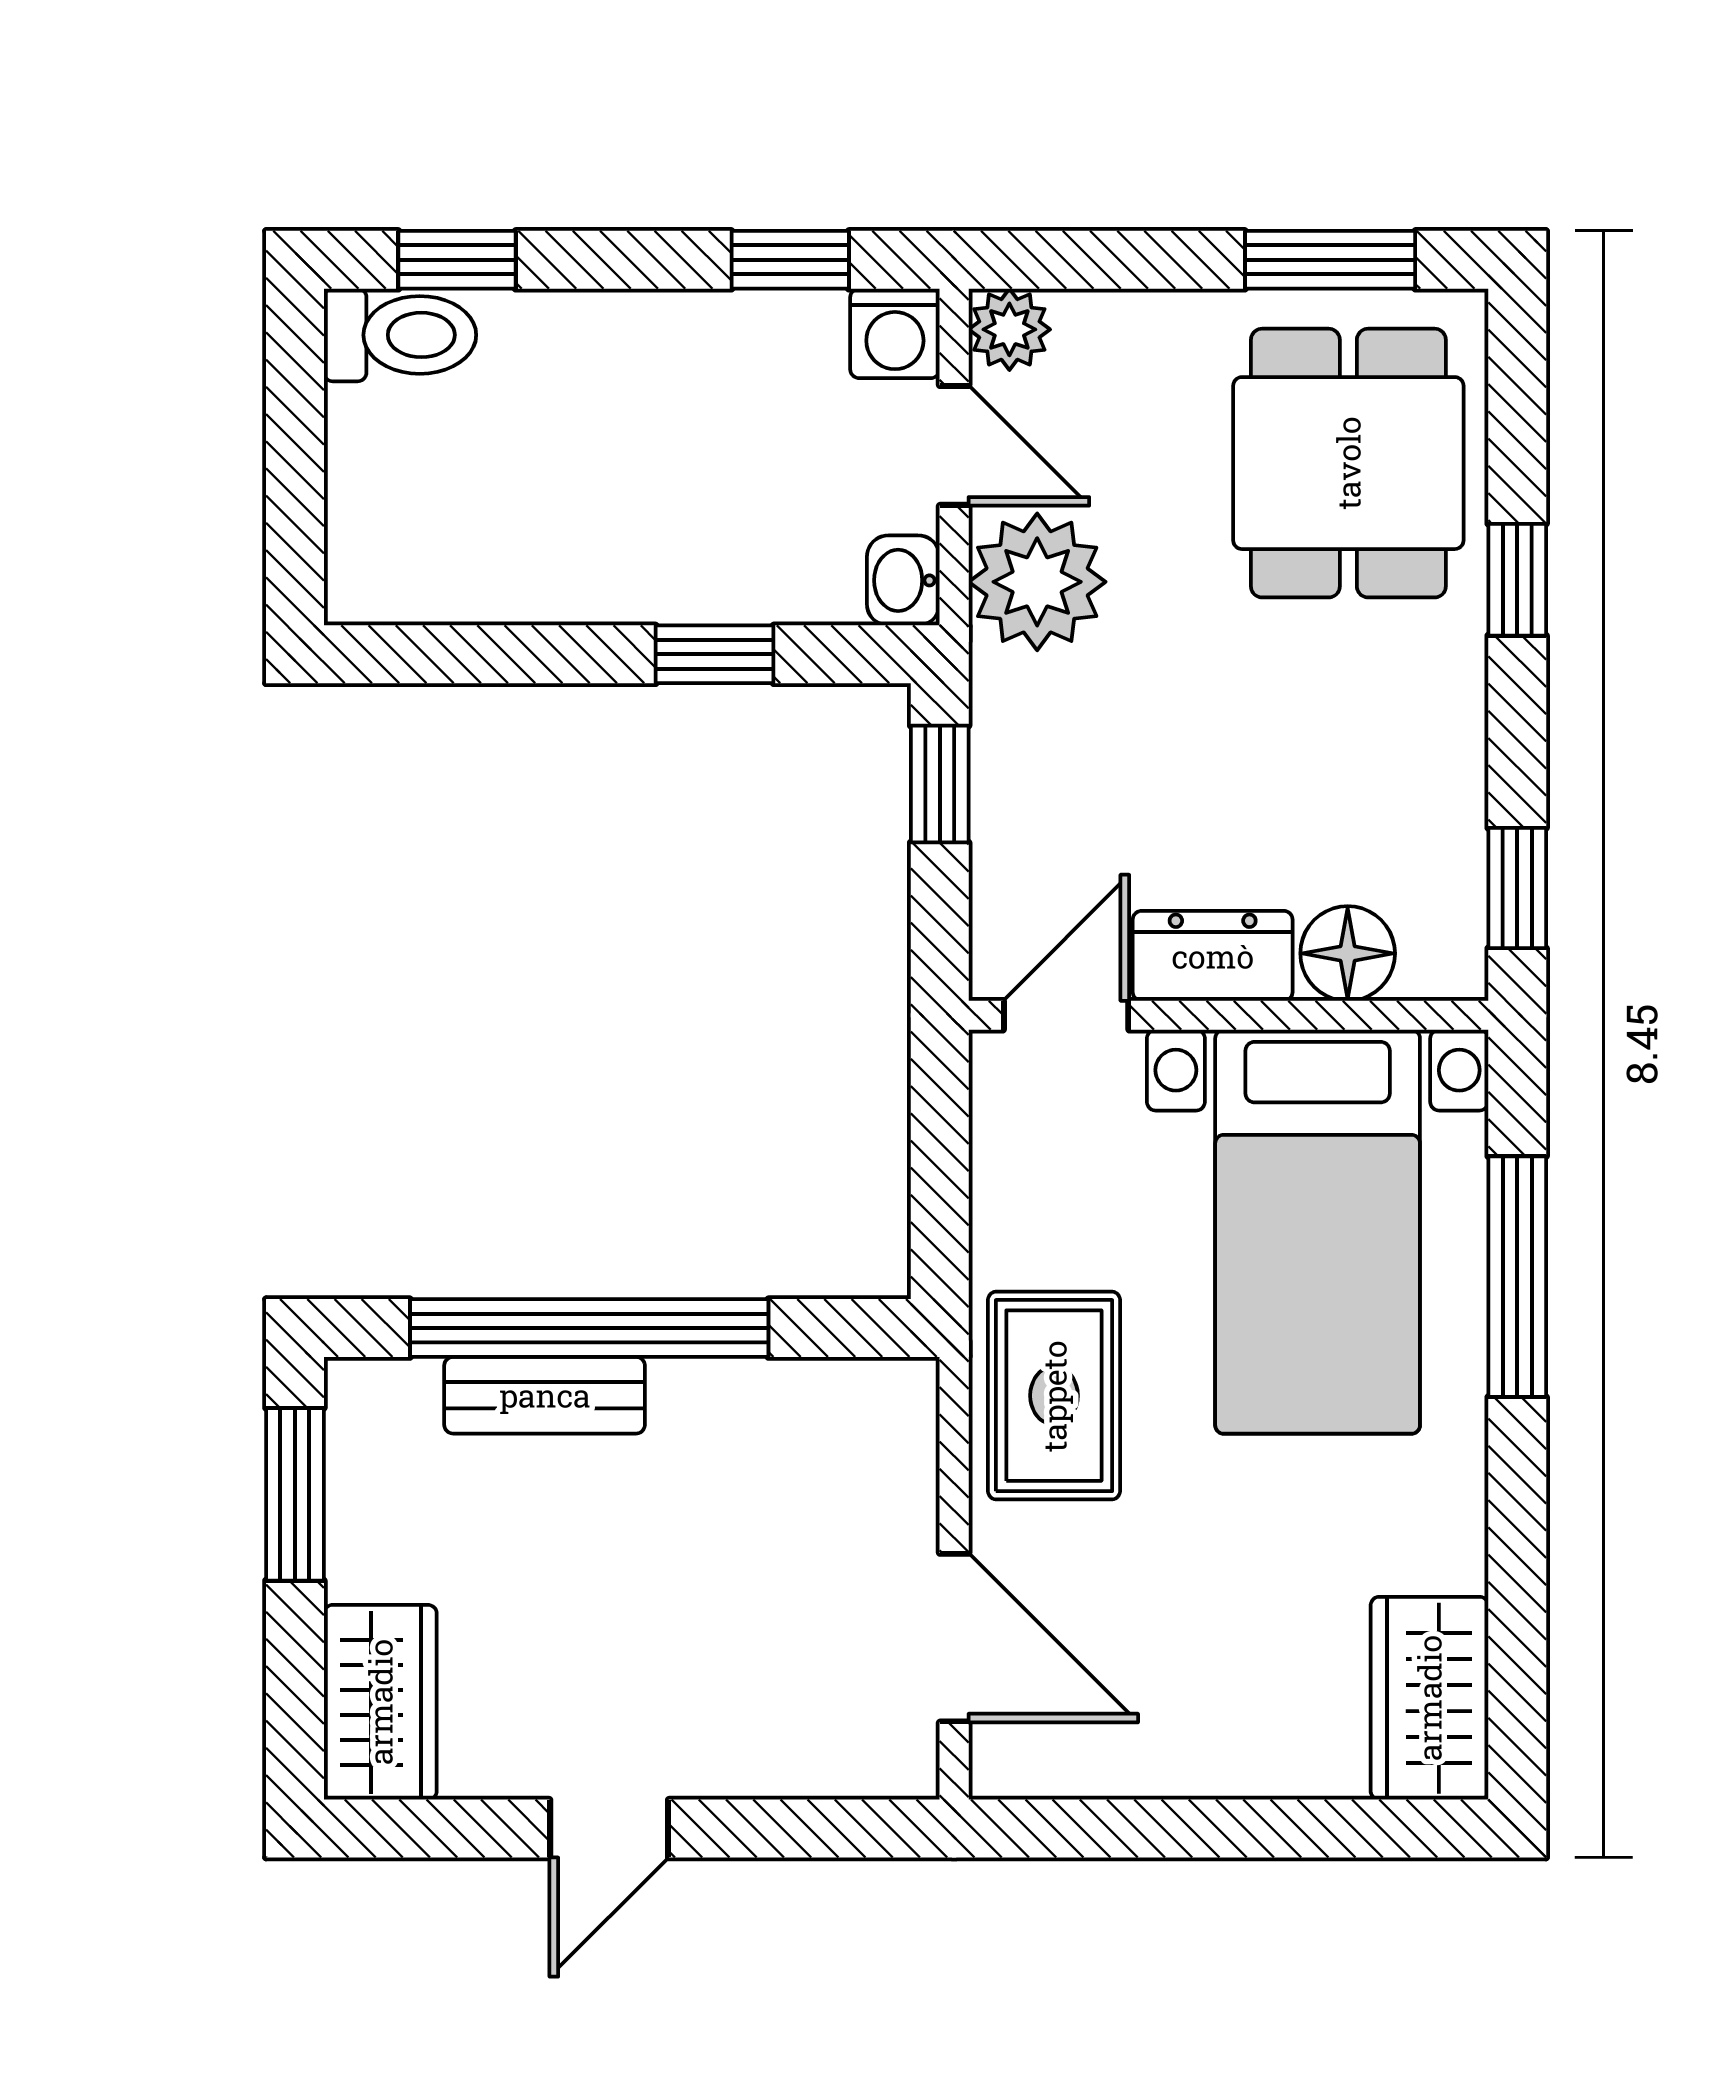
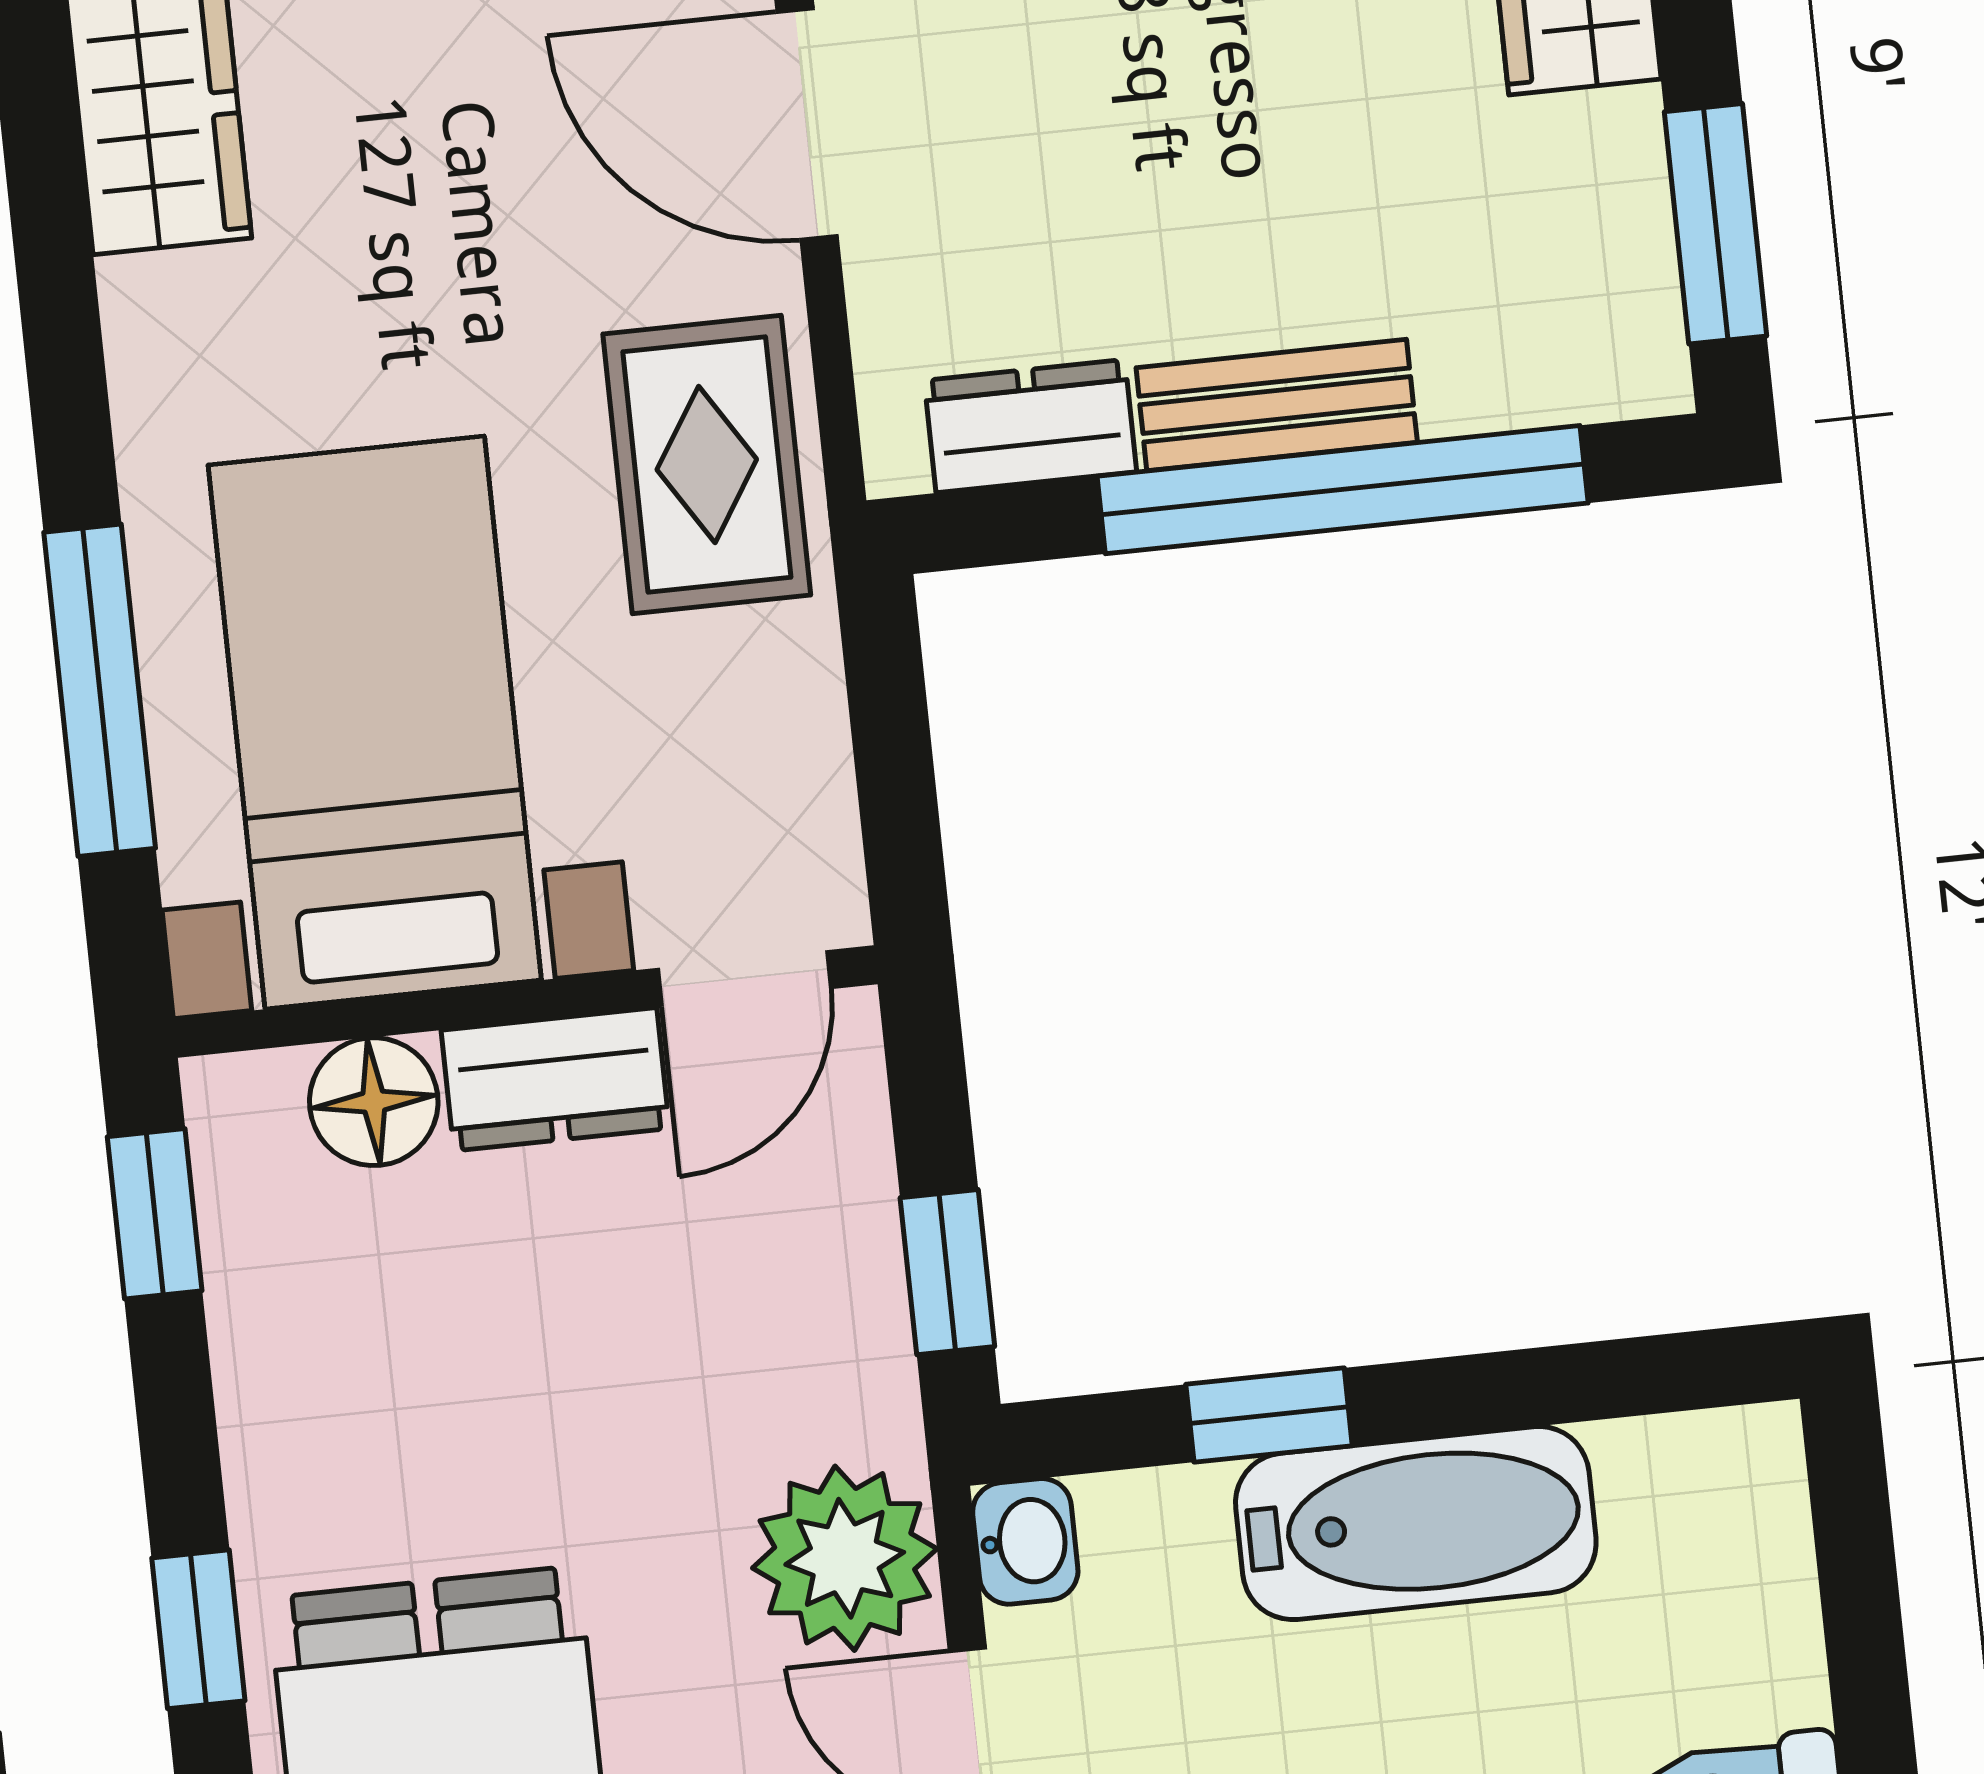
bathtub: (615, 564) -> (1416, 1523), added
bench: (545, 1395) -> (1277, 405), moved
dresser: (813, 1399) -> (1030, 426), added

